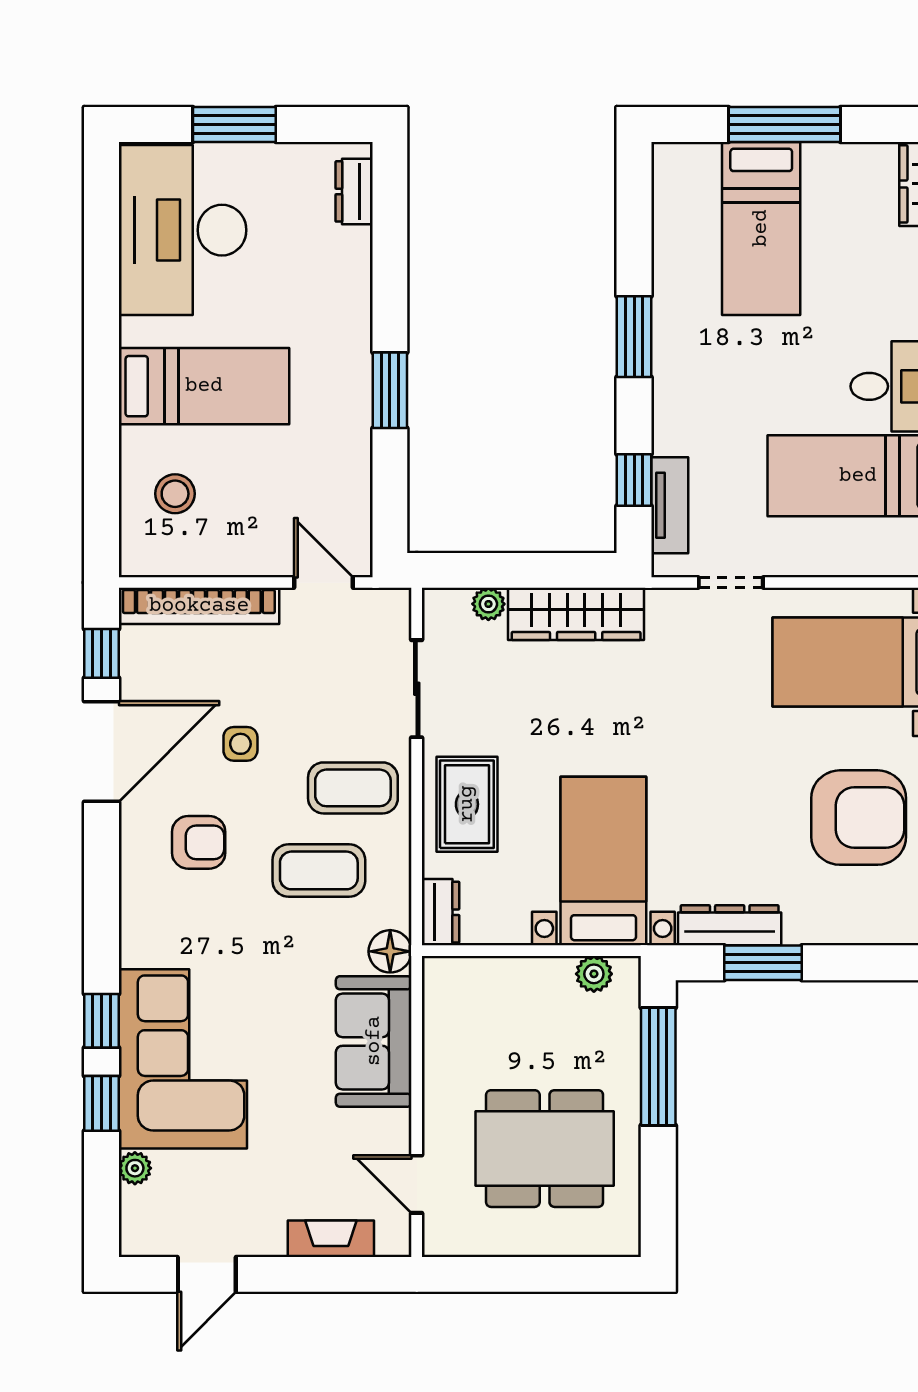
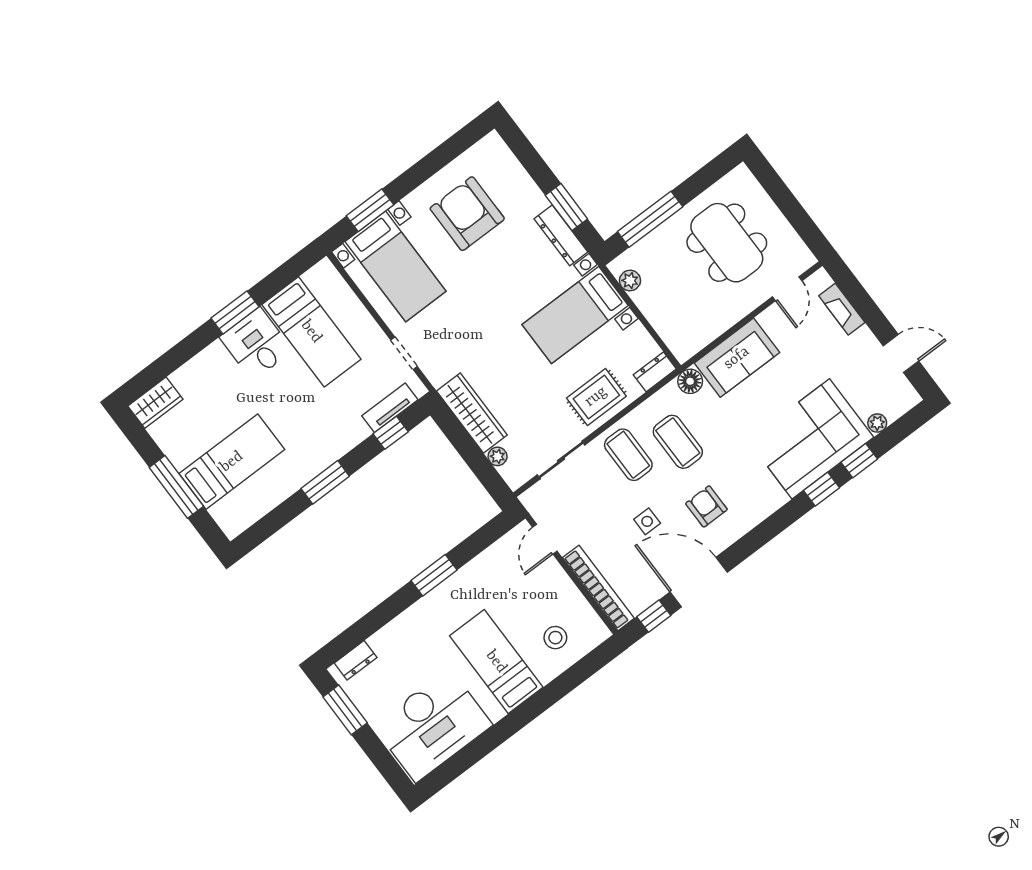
window: (234, 124) -> (345, 710), moved

